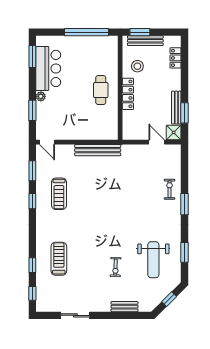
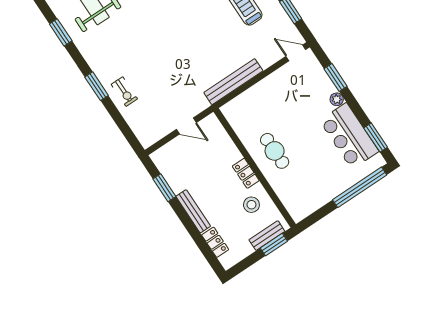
window: (87, 32) -> (360, 187), moved
bench: (145, 41) -> (267, 236), width x0.73
locker: (128, 94) -> (246, 173), width x0.66
bench: (176, 108) -> (193, 211), moved
shower: (174, 132) -> (162, 158), removed
door: (157, 142) -> (186, 126), moved

